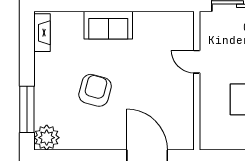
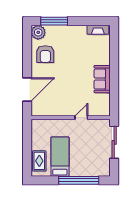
sofa: (108, 25) -> (102, 79), moved
armchair: (95, 90) -> (45, 54), moved, turned 75

